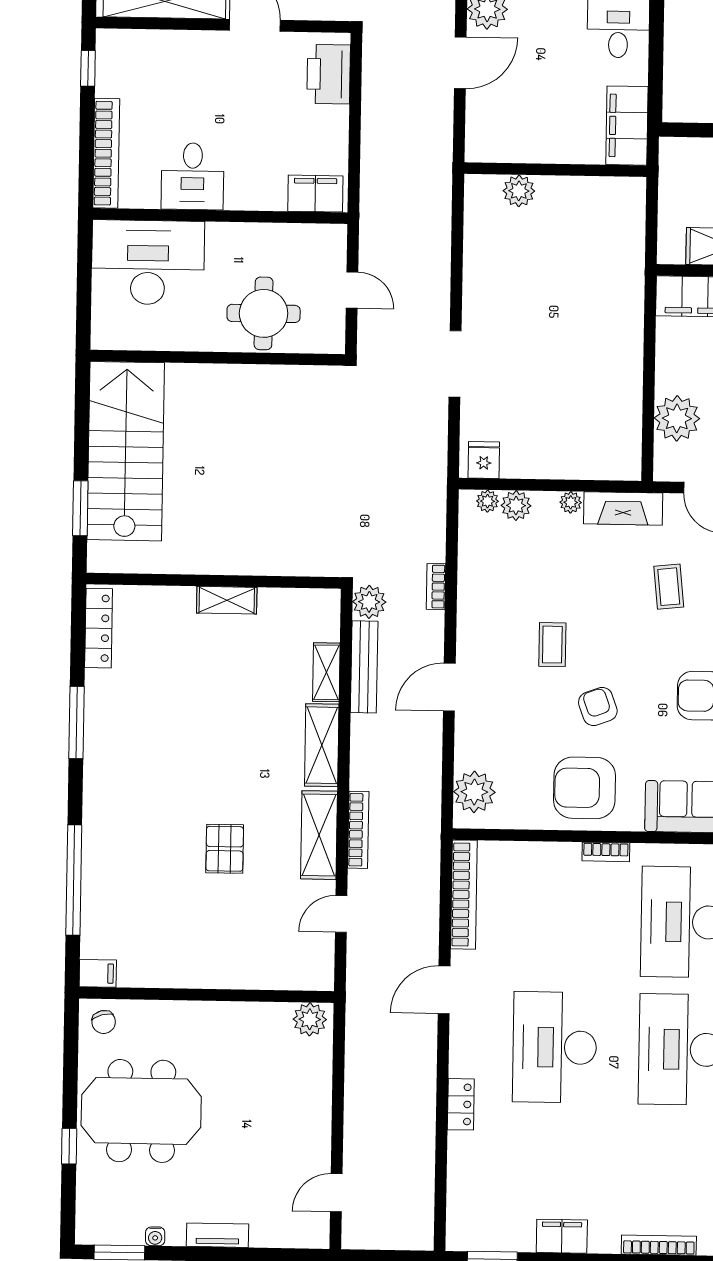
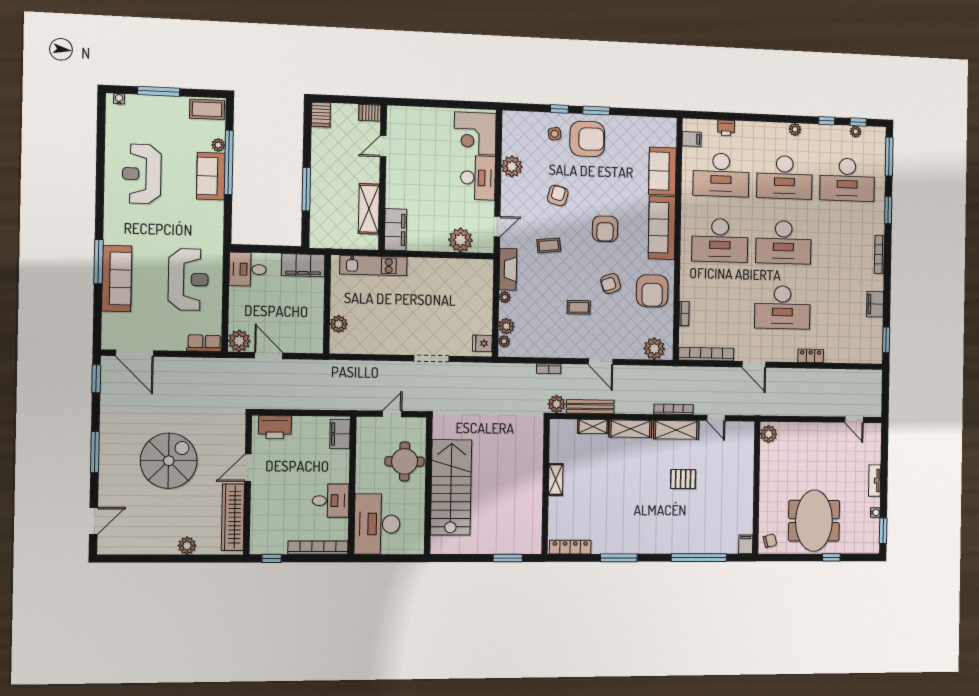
kitchen unit: (628, 255) -> (373, 265), added
stairs: (126, 451) -> (451, 487), moved, turned 90
bookcase: (606, 852) -> (684, 314), moved

